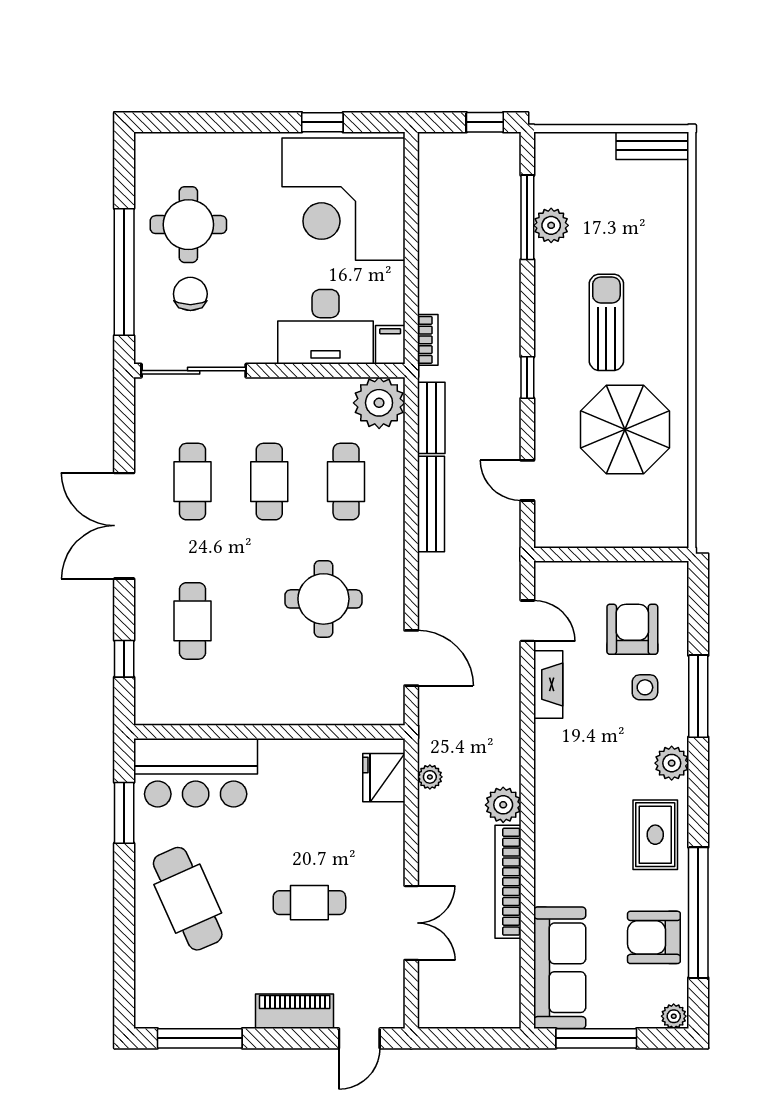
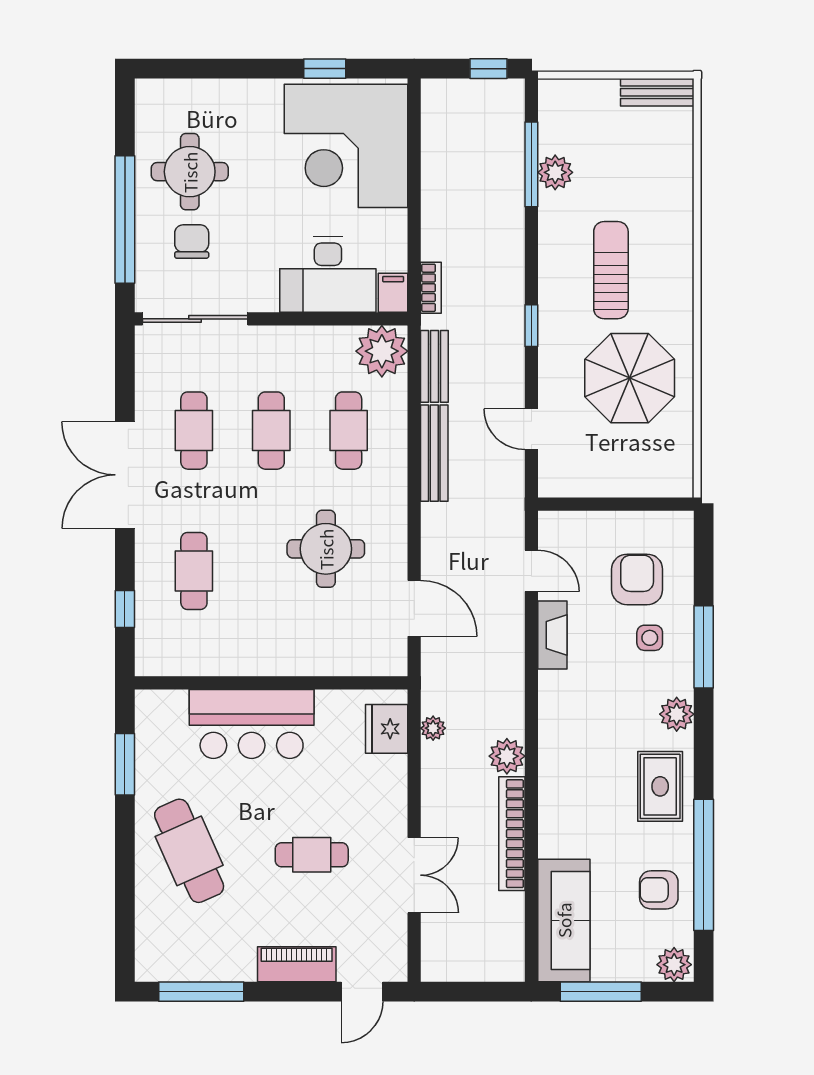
bar counter: (196, 773) -> (252, 724), moved
armchair: (654, 937) -> (659, 890), width x0.72, depth x0.72
plant: (674, 1016) -> (674, 965), width x1.38, depth x1.38

